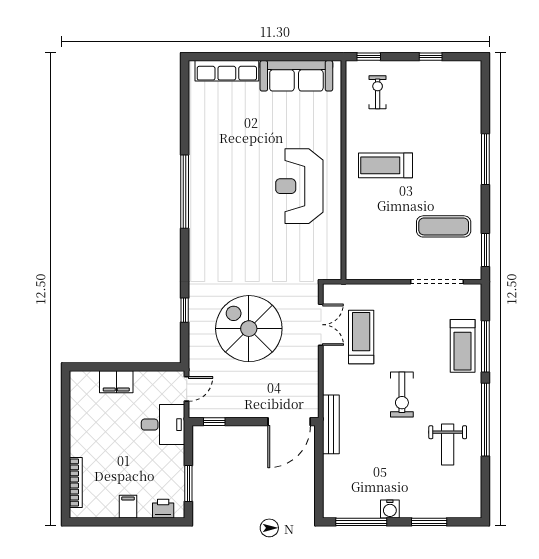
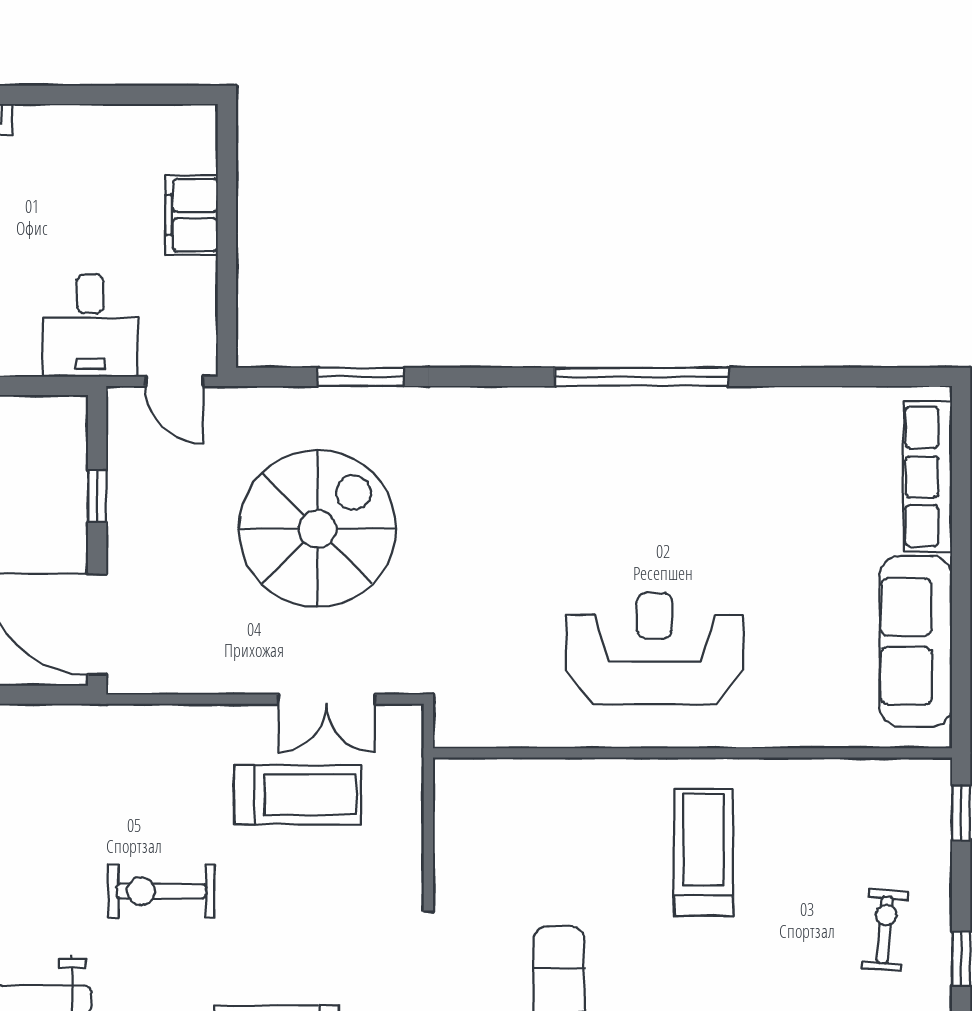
exercise bike: (378, 92) -> (885, 930), moved, turned -85
window: (185, 310) -> (361, 377), width x1.50
window: (214, 422) -> (97, 496), moved
bench: (331, 424) -> (90, 723), removed

